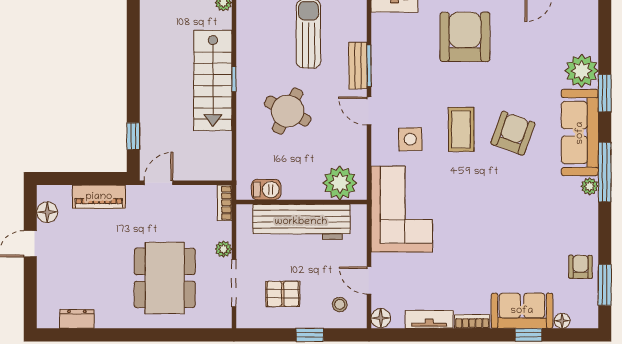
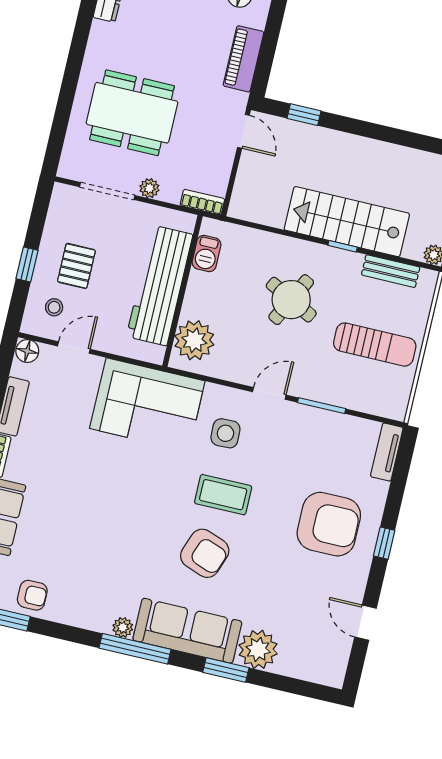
bench: (358, 65) -> (391, 271), moved
pallet: (283, 294) -> (76, 266), moved

